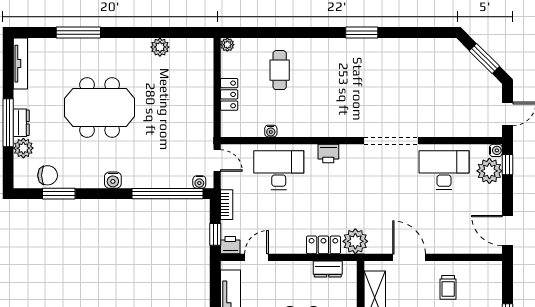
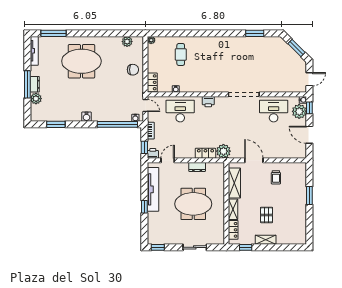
window: (78, 33) -> (54, 33), moved
window: (362, 33) -> (255, 33), moved
plant: (160, 47) -> (127, 42), moved
locker: (229, 94) -> (152, 82), moved
meeting table: (100, 107) -> (81, 61), moved
chair: (48, 175) -> (133, 70), moved
door: (507, 230) -> (309, 135), moved
dresser: (328, 269) -> (197, 167), moved

